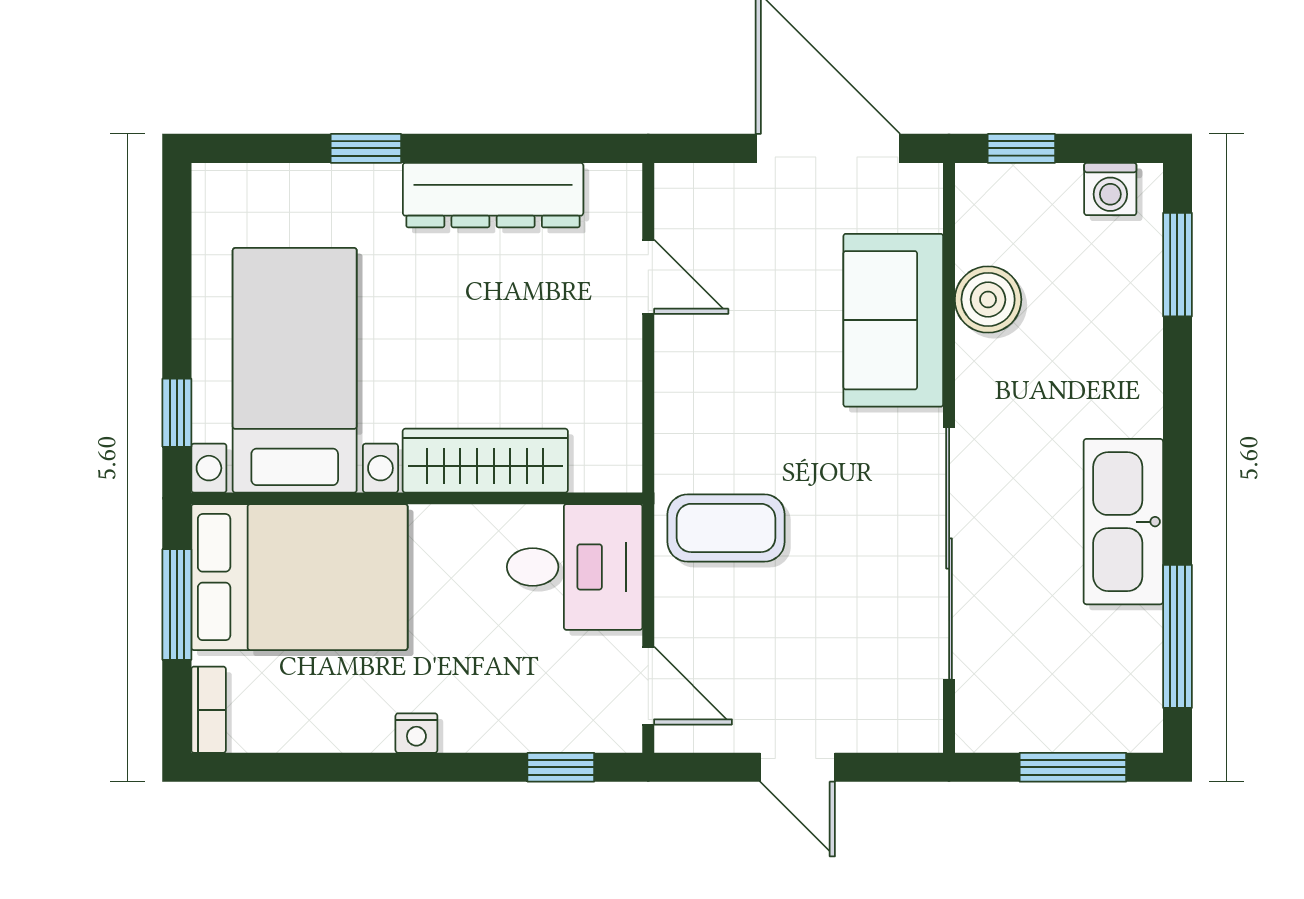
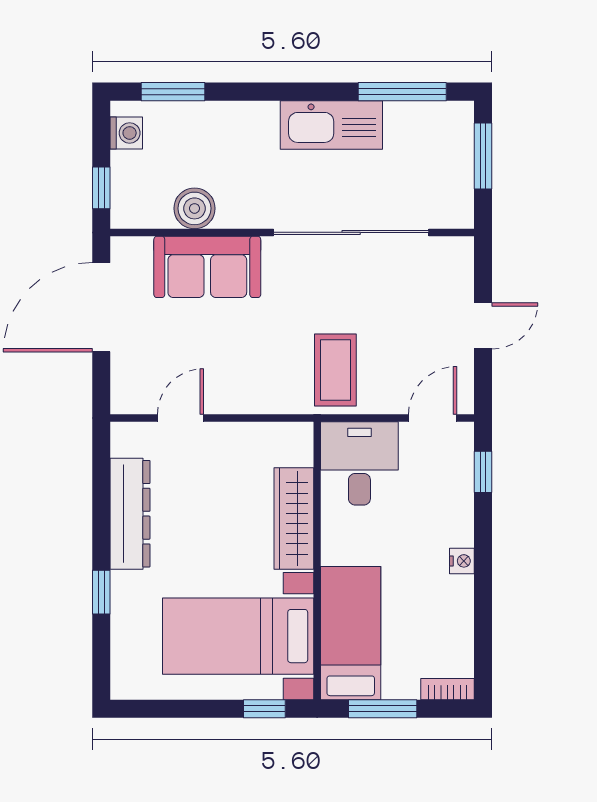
bed: (299, 577) -> (351, 633), width x0.67

